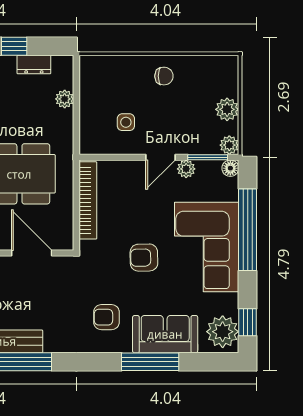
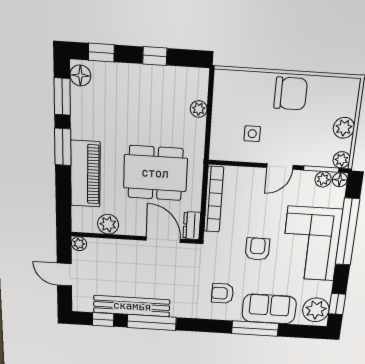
dresser: (34, 65) -> (192, 226), moved, turned 90
chair: (164, 76) -> (291, 93), width x1.87, depth x1.87
plant: (186, 169) -> (323, 179), moved
armchair: (144, 258) -> (257, 249), turned 91

